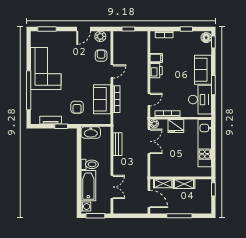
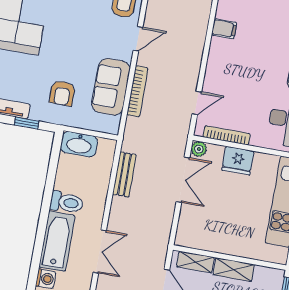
printer: (156, 71) -> (220, 52), removed

